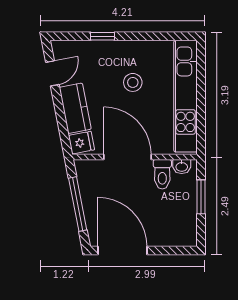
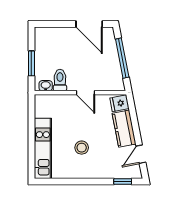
window: (103, 36) -> (123, 182), moved
kitchen unit: (185, 96) -> (43, 148), width x0.73
door: (127, 157) -> (86, 93), width x0.53
door: (122, 250) -> (89, 24), width x0.73

